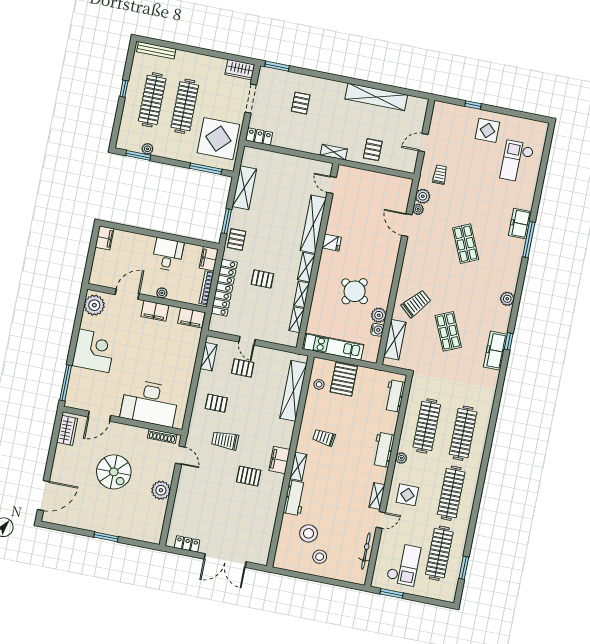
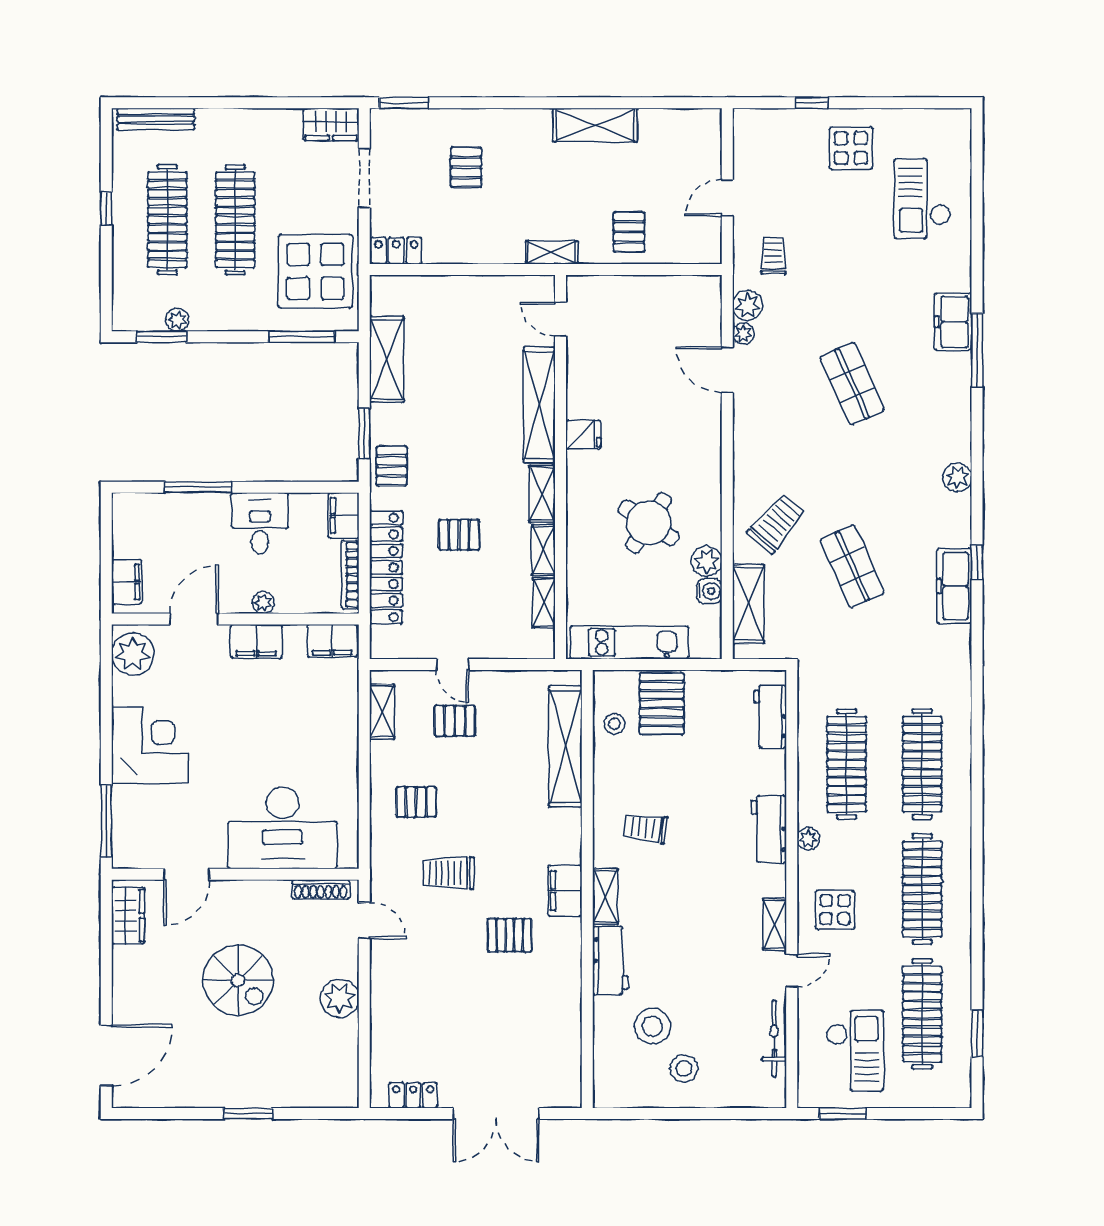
shelving: (376, 97) -> (595, 125), width x0.68
window: (142, 231) -> (198, 487), added
filing cabinet: (105, 238) -> (127, 582), moved

